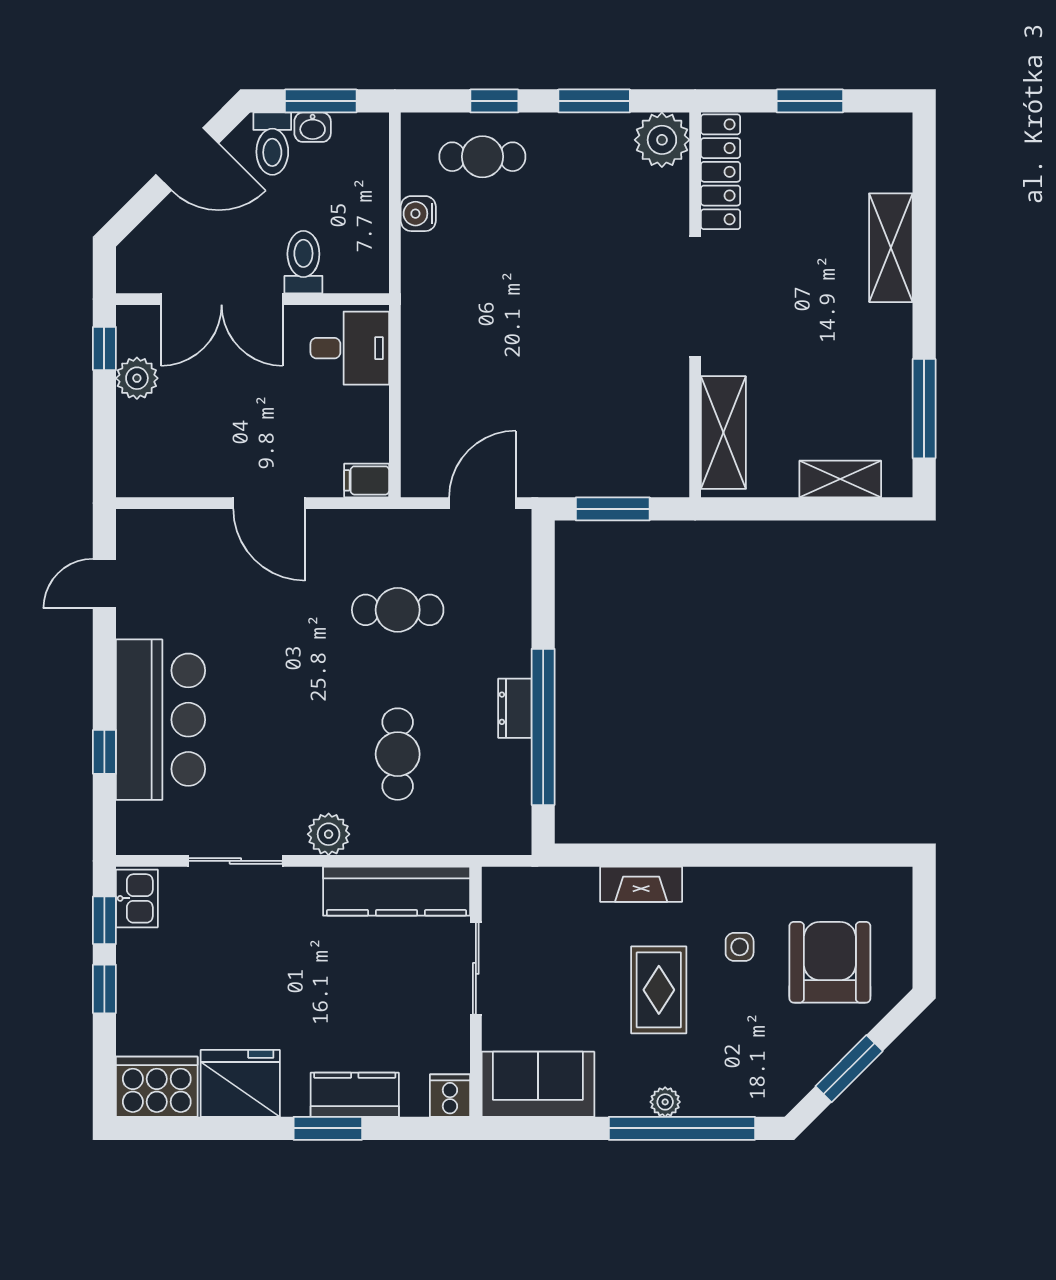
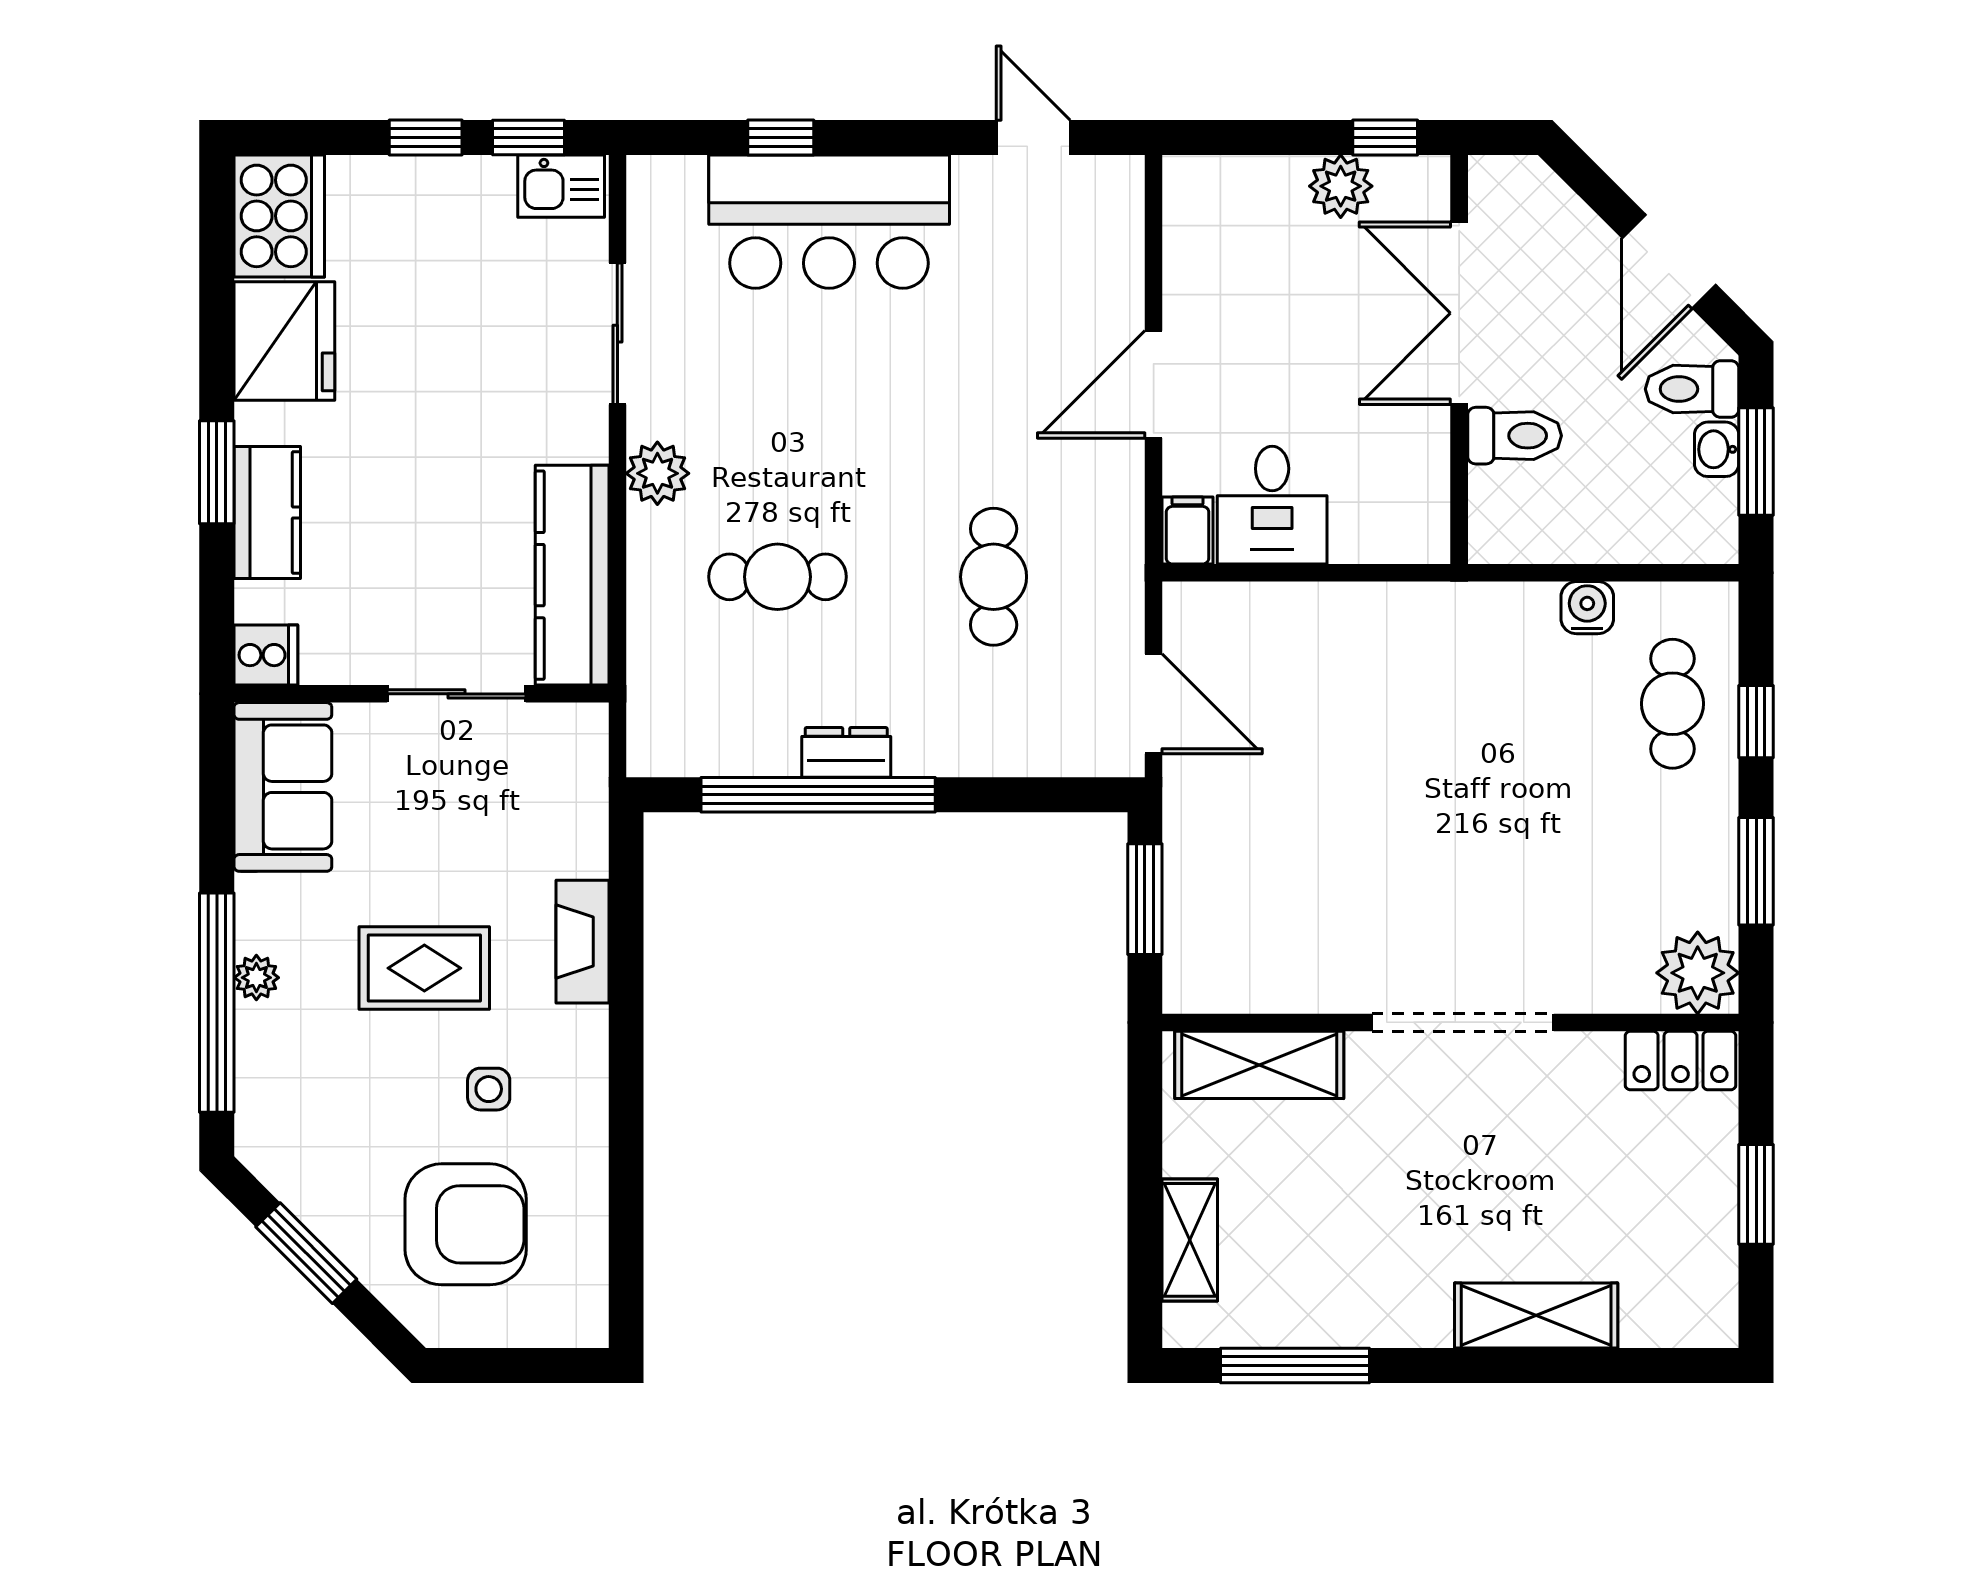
locker: (721, 172) -> (1681, 1061), width x0.66
desk: (350, 348) -> (1272, 505), moved

